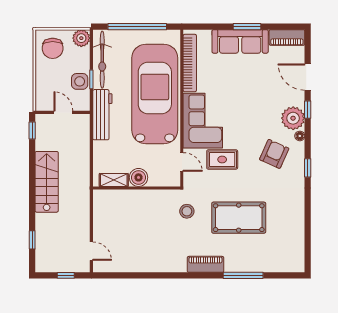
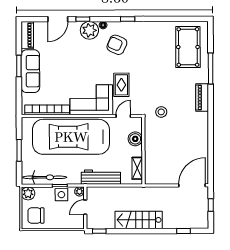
window: (137, 27) -> (19, 150), width x0.47
chair: (53, 48) -> (36, 215), turned 180
plant: (84, 105) -> (79, 191), added
workbench: (102, 115) -> (101, 177), moved
boiler: (138, 177) -> (135, 139), moved
pool table: (239, 218) -> (188, 47), moved
door: (91, 251) -> (192, 185), width x1.88

